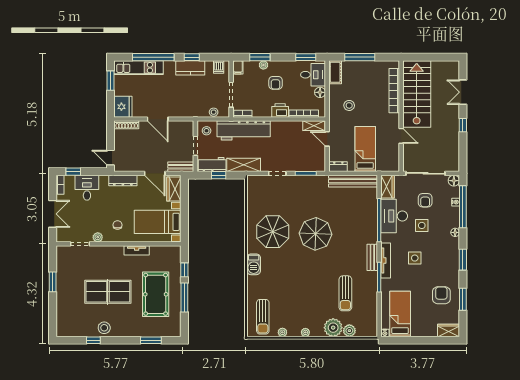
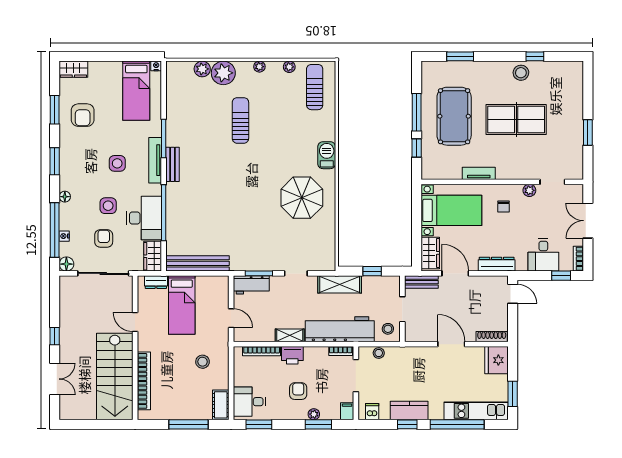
floor lamp: (320, 92) -> (240, 379), removed
shelving: (314, 126) -> (290, 335), moved
workbench: (212, 164) -> (251, 285), moved
dresser: (338, 167) -> (156, 282), moved
parasol: (316, 234) -> (246, 195), removed
sun lounger: (345, 293) -> (240, 120), moved

